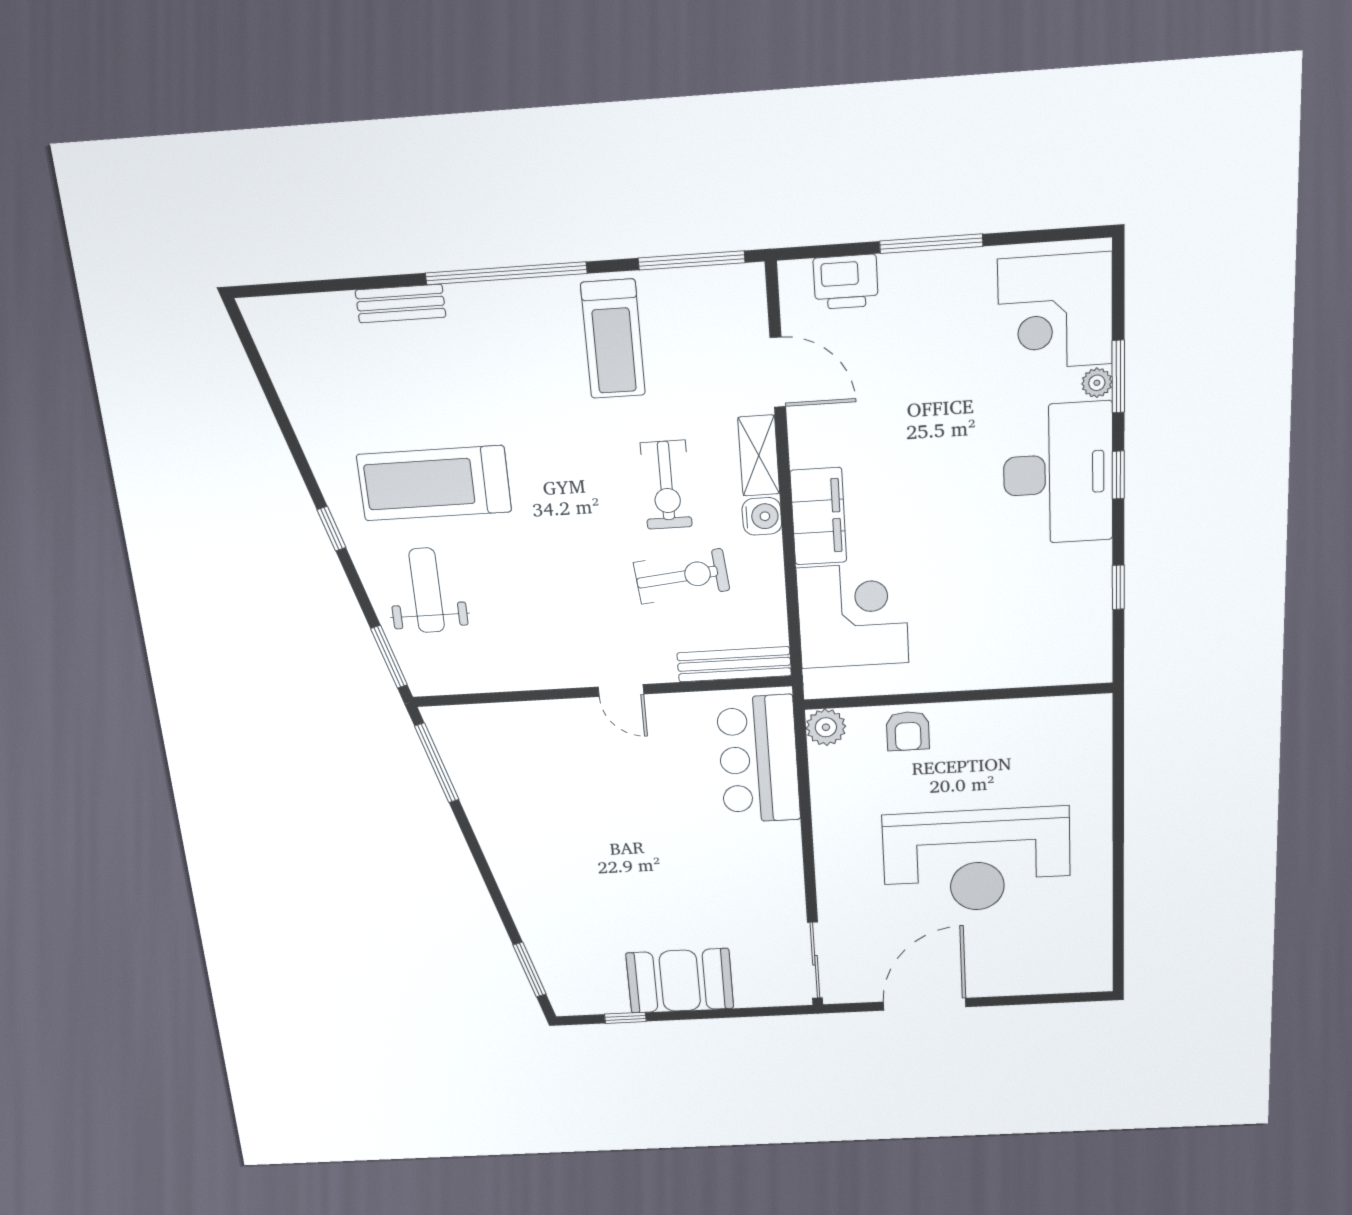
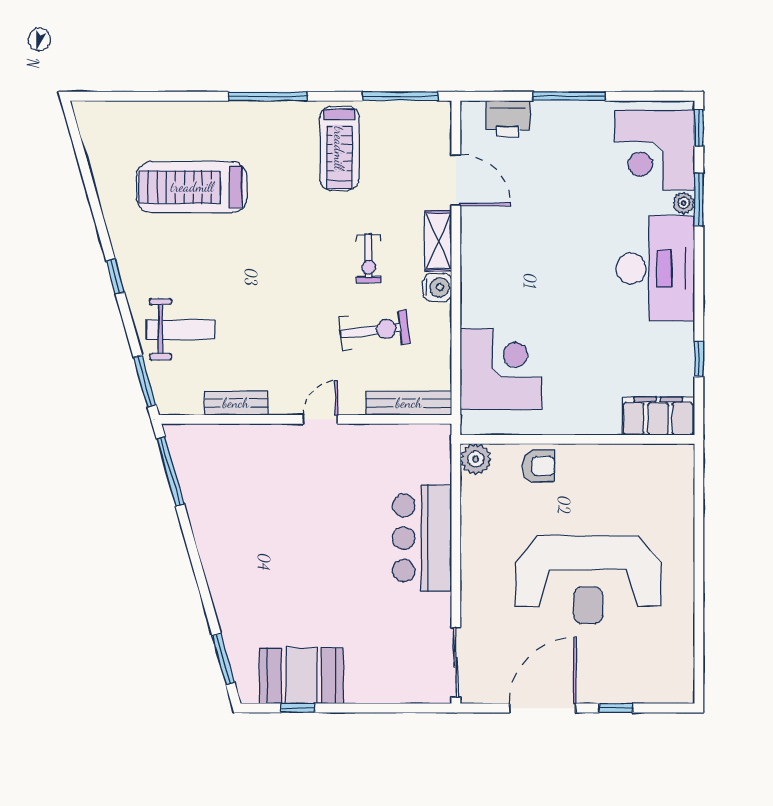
window: (506, 273) -> (268, 96), width x0.68
bench: (401, 304) -> (236, 403), moved
window: (1118, 475) -> (699, 128), moved
treadmill: (434, 483) -> (192, 187), moved
exercise bike: (666, 485) -> (369, 259), width x0.73, depth x0.72
filing cabinet: (818, 516) -> (658, 416), moved, turned -90
weight bench: (427, 590) -> (181, 329), turned 90
door: (621, 691) -> (320, 419), swing flipped
armchair: (908, 731) -> (538, 466), turned -90
bar counter: (759, 759) -> (422, 538), moved
booth: (680, 981) -> (301, 676), moved
window: (1015, 1000) -> (616, 708), added

